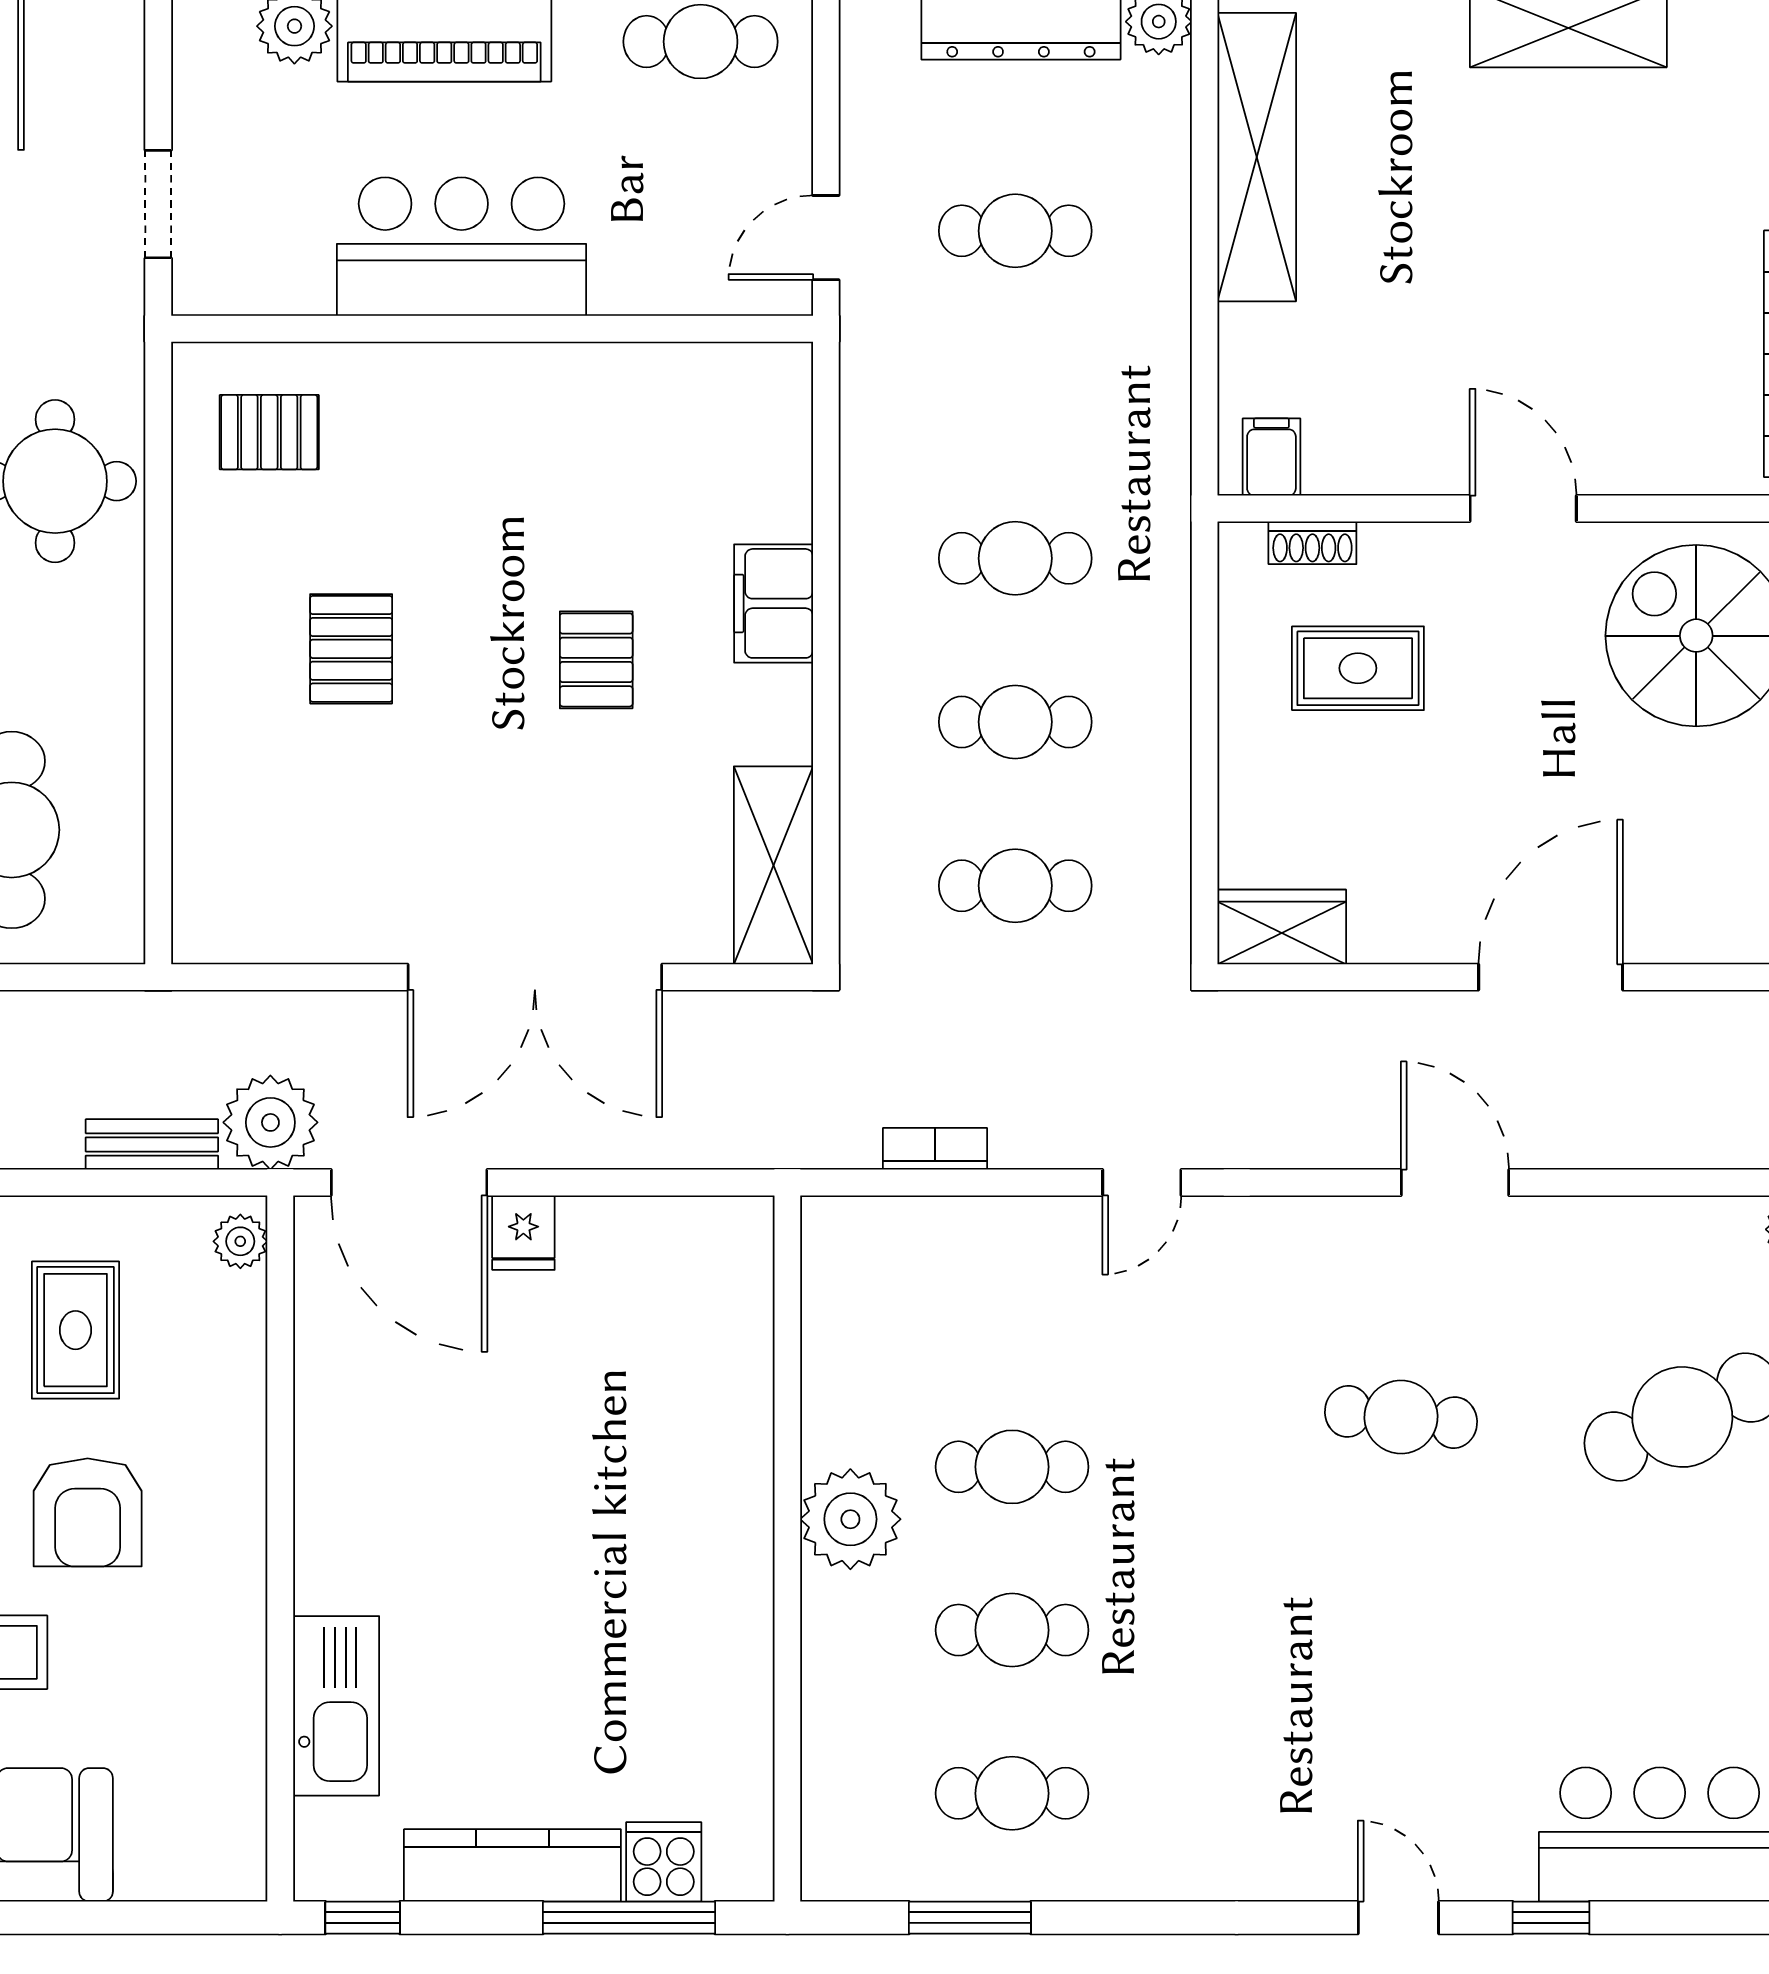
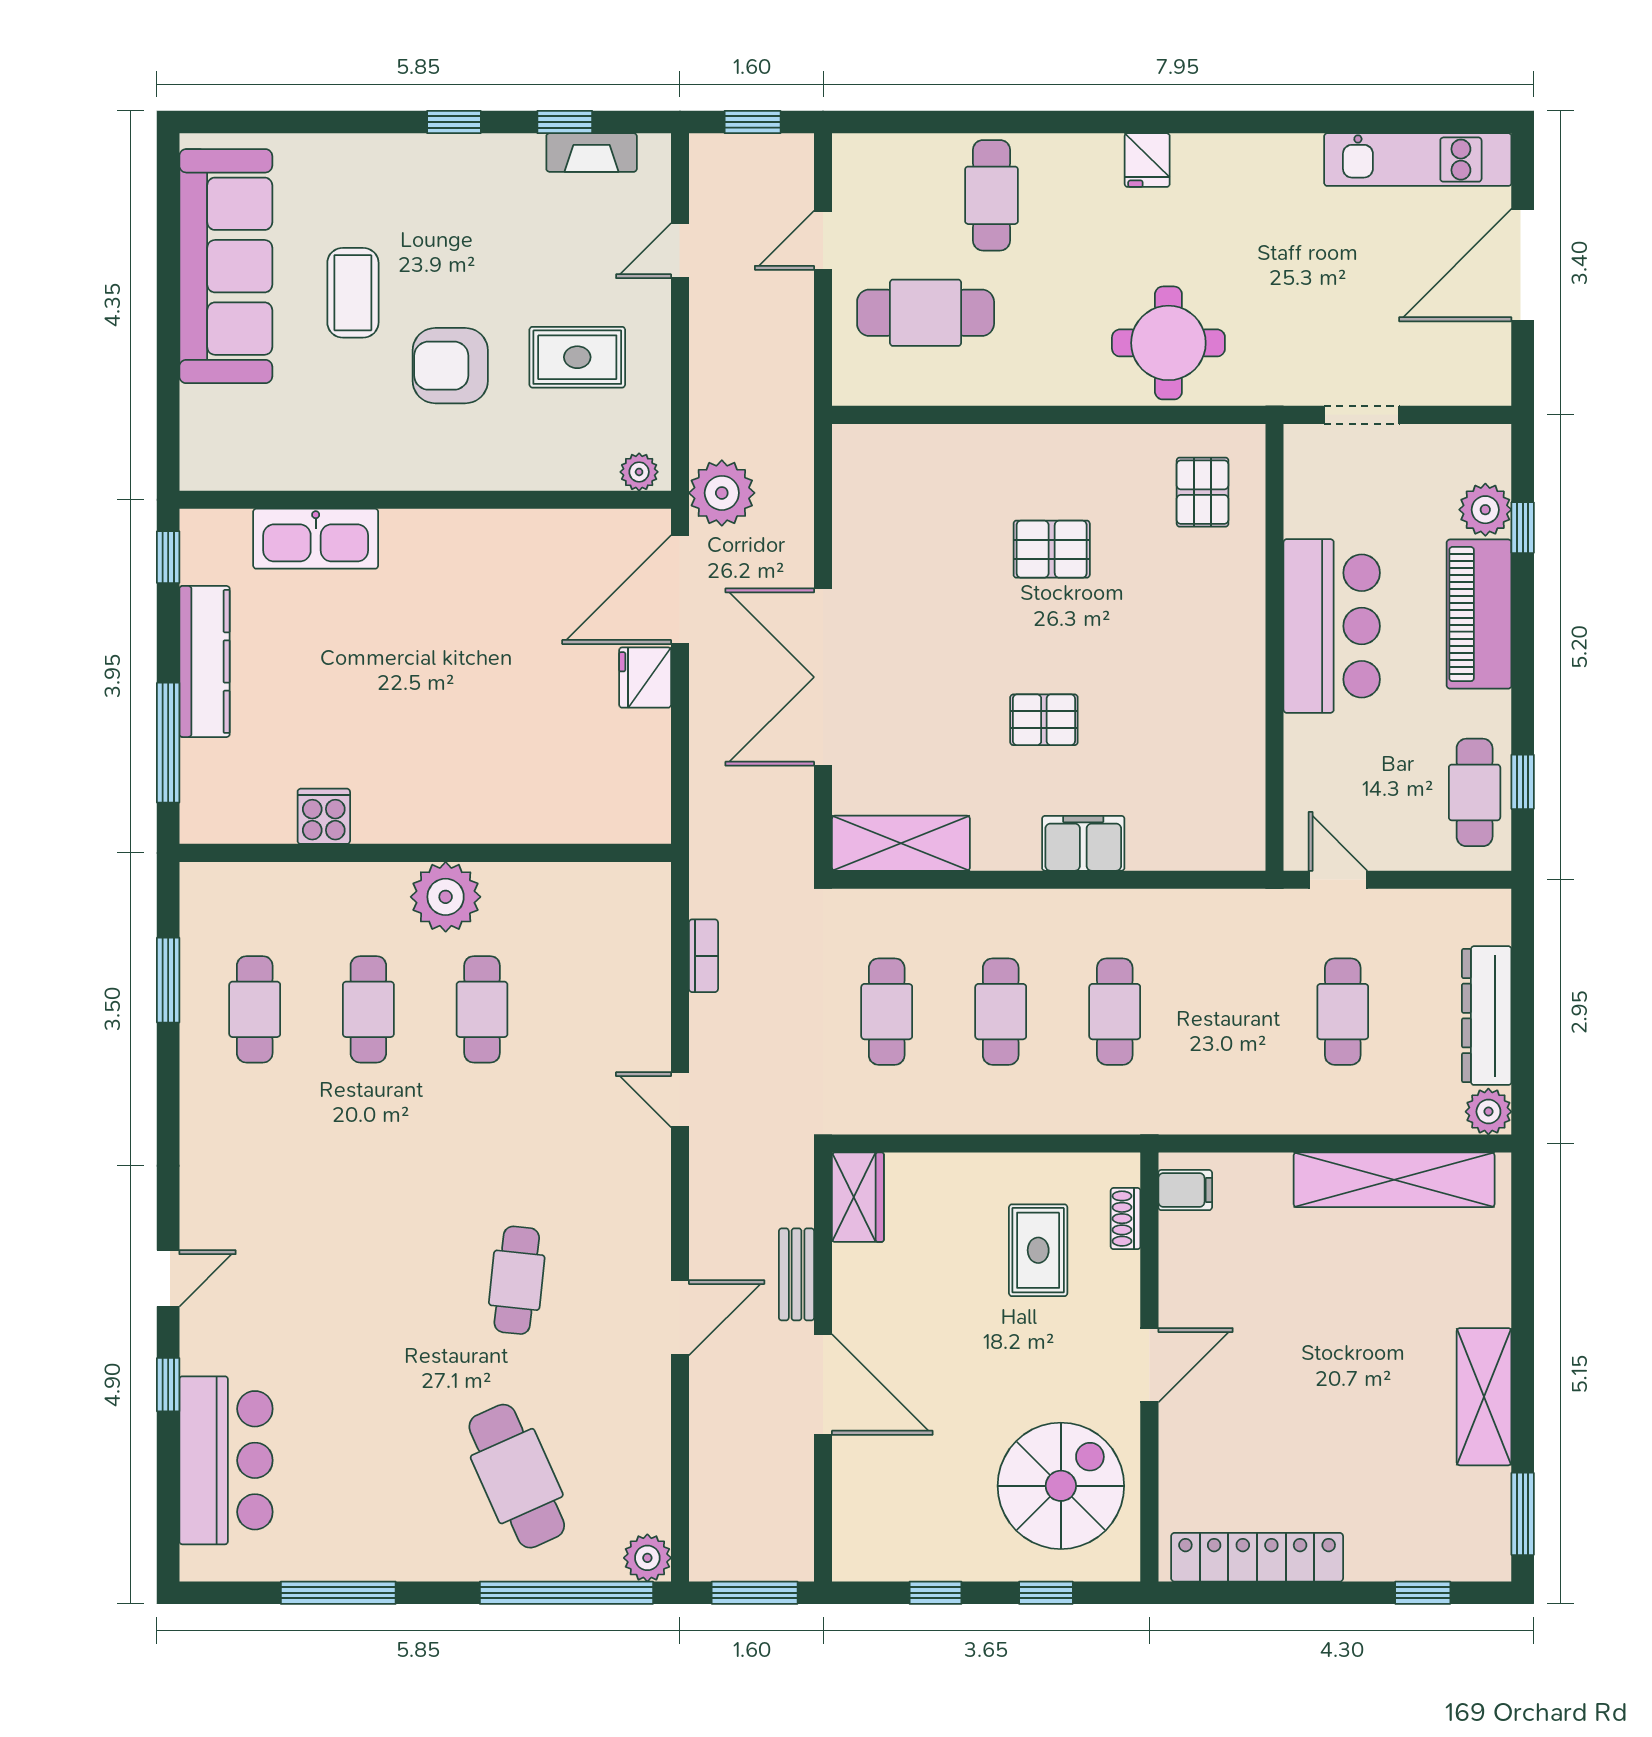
bench: (152, 1144) -> (797, 1274), moved
fridge: (523, 1233) -> (645, 678), width x1.38
cooker: (664, 1862) -> (324, 816), moved, turned -90

